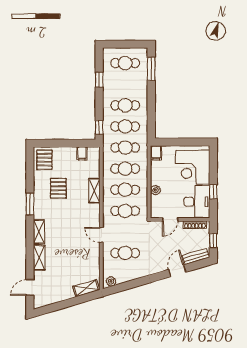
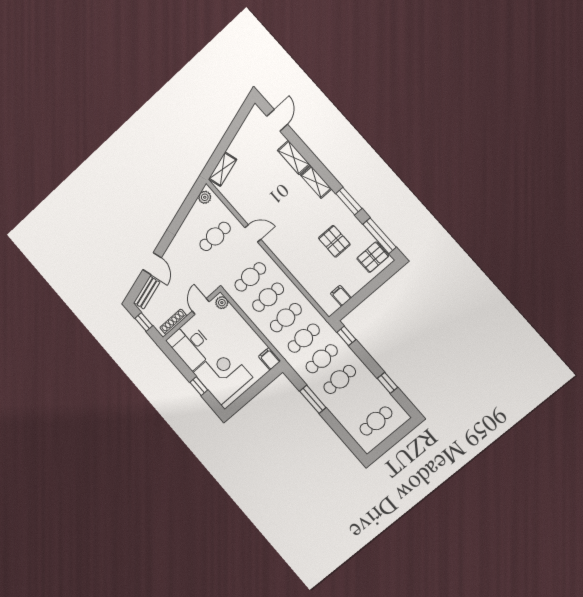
window: (151, 69) -> (313, 399), moved
pallet: (44, 160) -> (373, 257), turned 90
window: (30, 169) -> (380, 236), added
plant: (155, 190) -> (222, 303), moved
shelving: (94, 191) -> (297, 270), removed
window: (213, 192) -> (199, 386), moved

